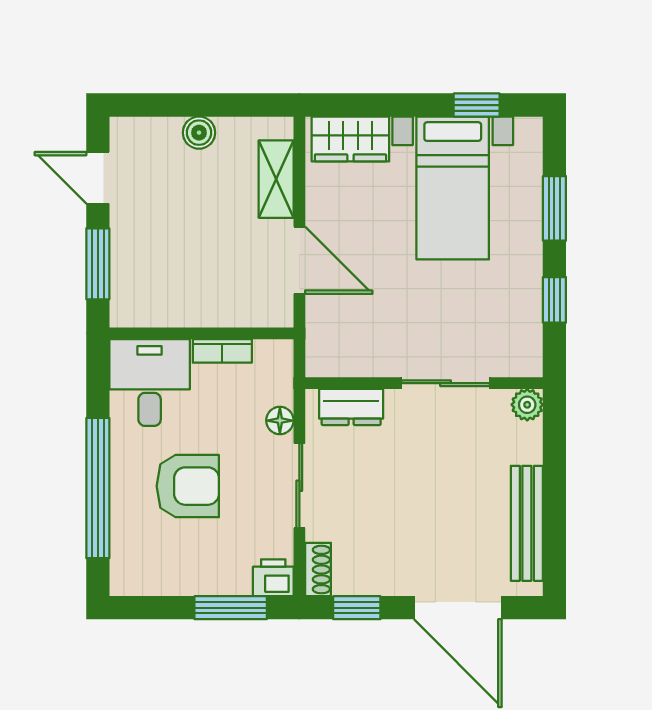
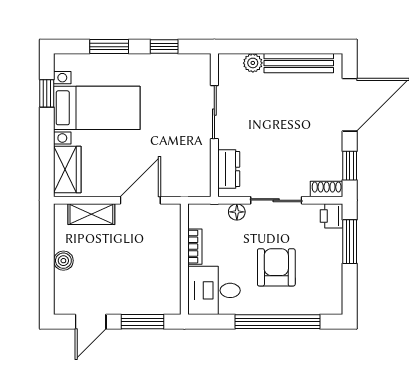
plant: (527, 405) -> (253, 63), moved

